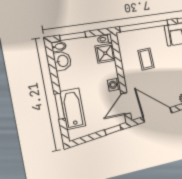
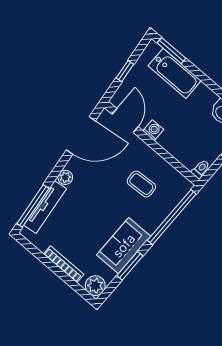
shower: (105, 53) -> (188, 155), removed
window: (60, 106) -> (171, 51), moved
window: (113, 130) -> (125, 71), moved

